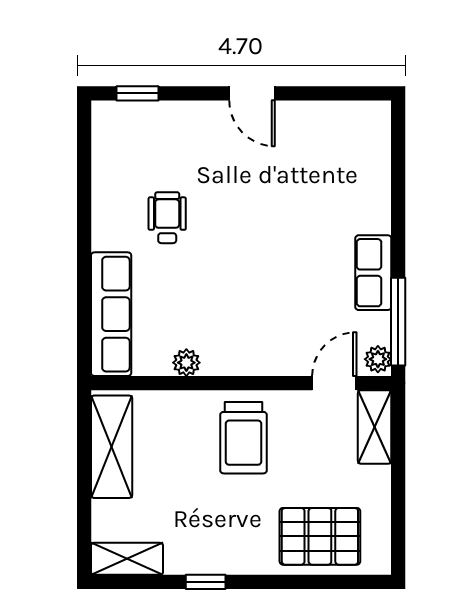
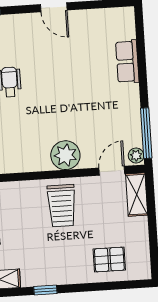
row of seats: (373, 273) -> (127, 62), moved
plant: (186, 363) -> (65, 155), moved, width x1.87, depth x1.87
pallet: (320, 536) -> (109, 260), width x0.67, depth x0.71

